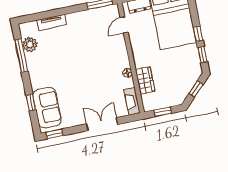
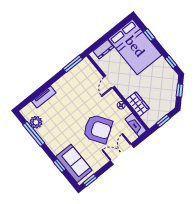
door: (124, 25) -> (109, 82), moved
window: (198, 34) -> (149, 35), moved
armchair: (90, 85) -> (98, 129), added

